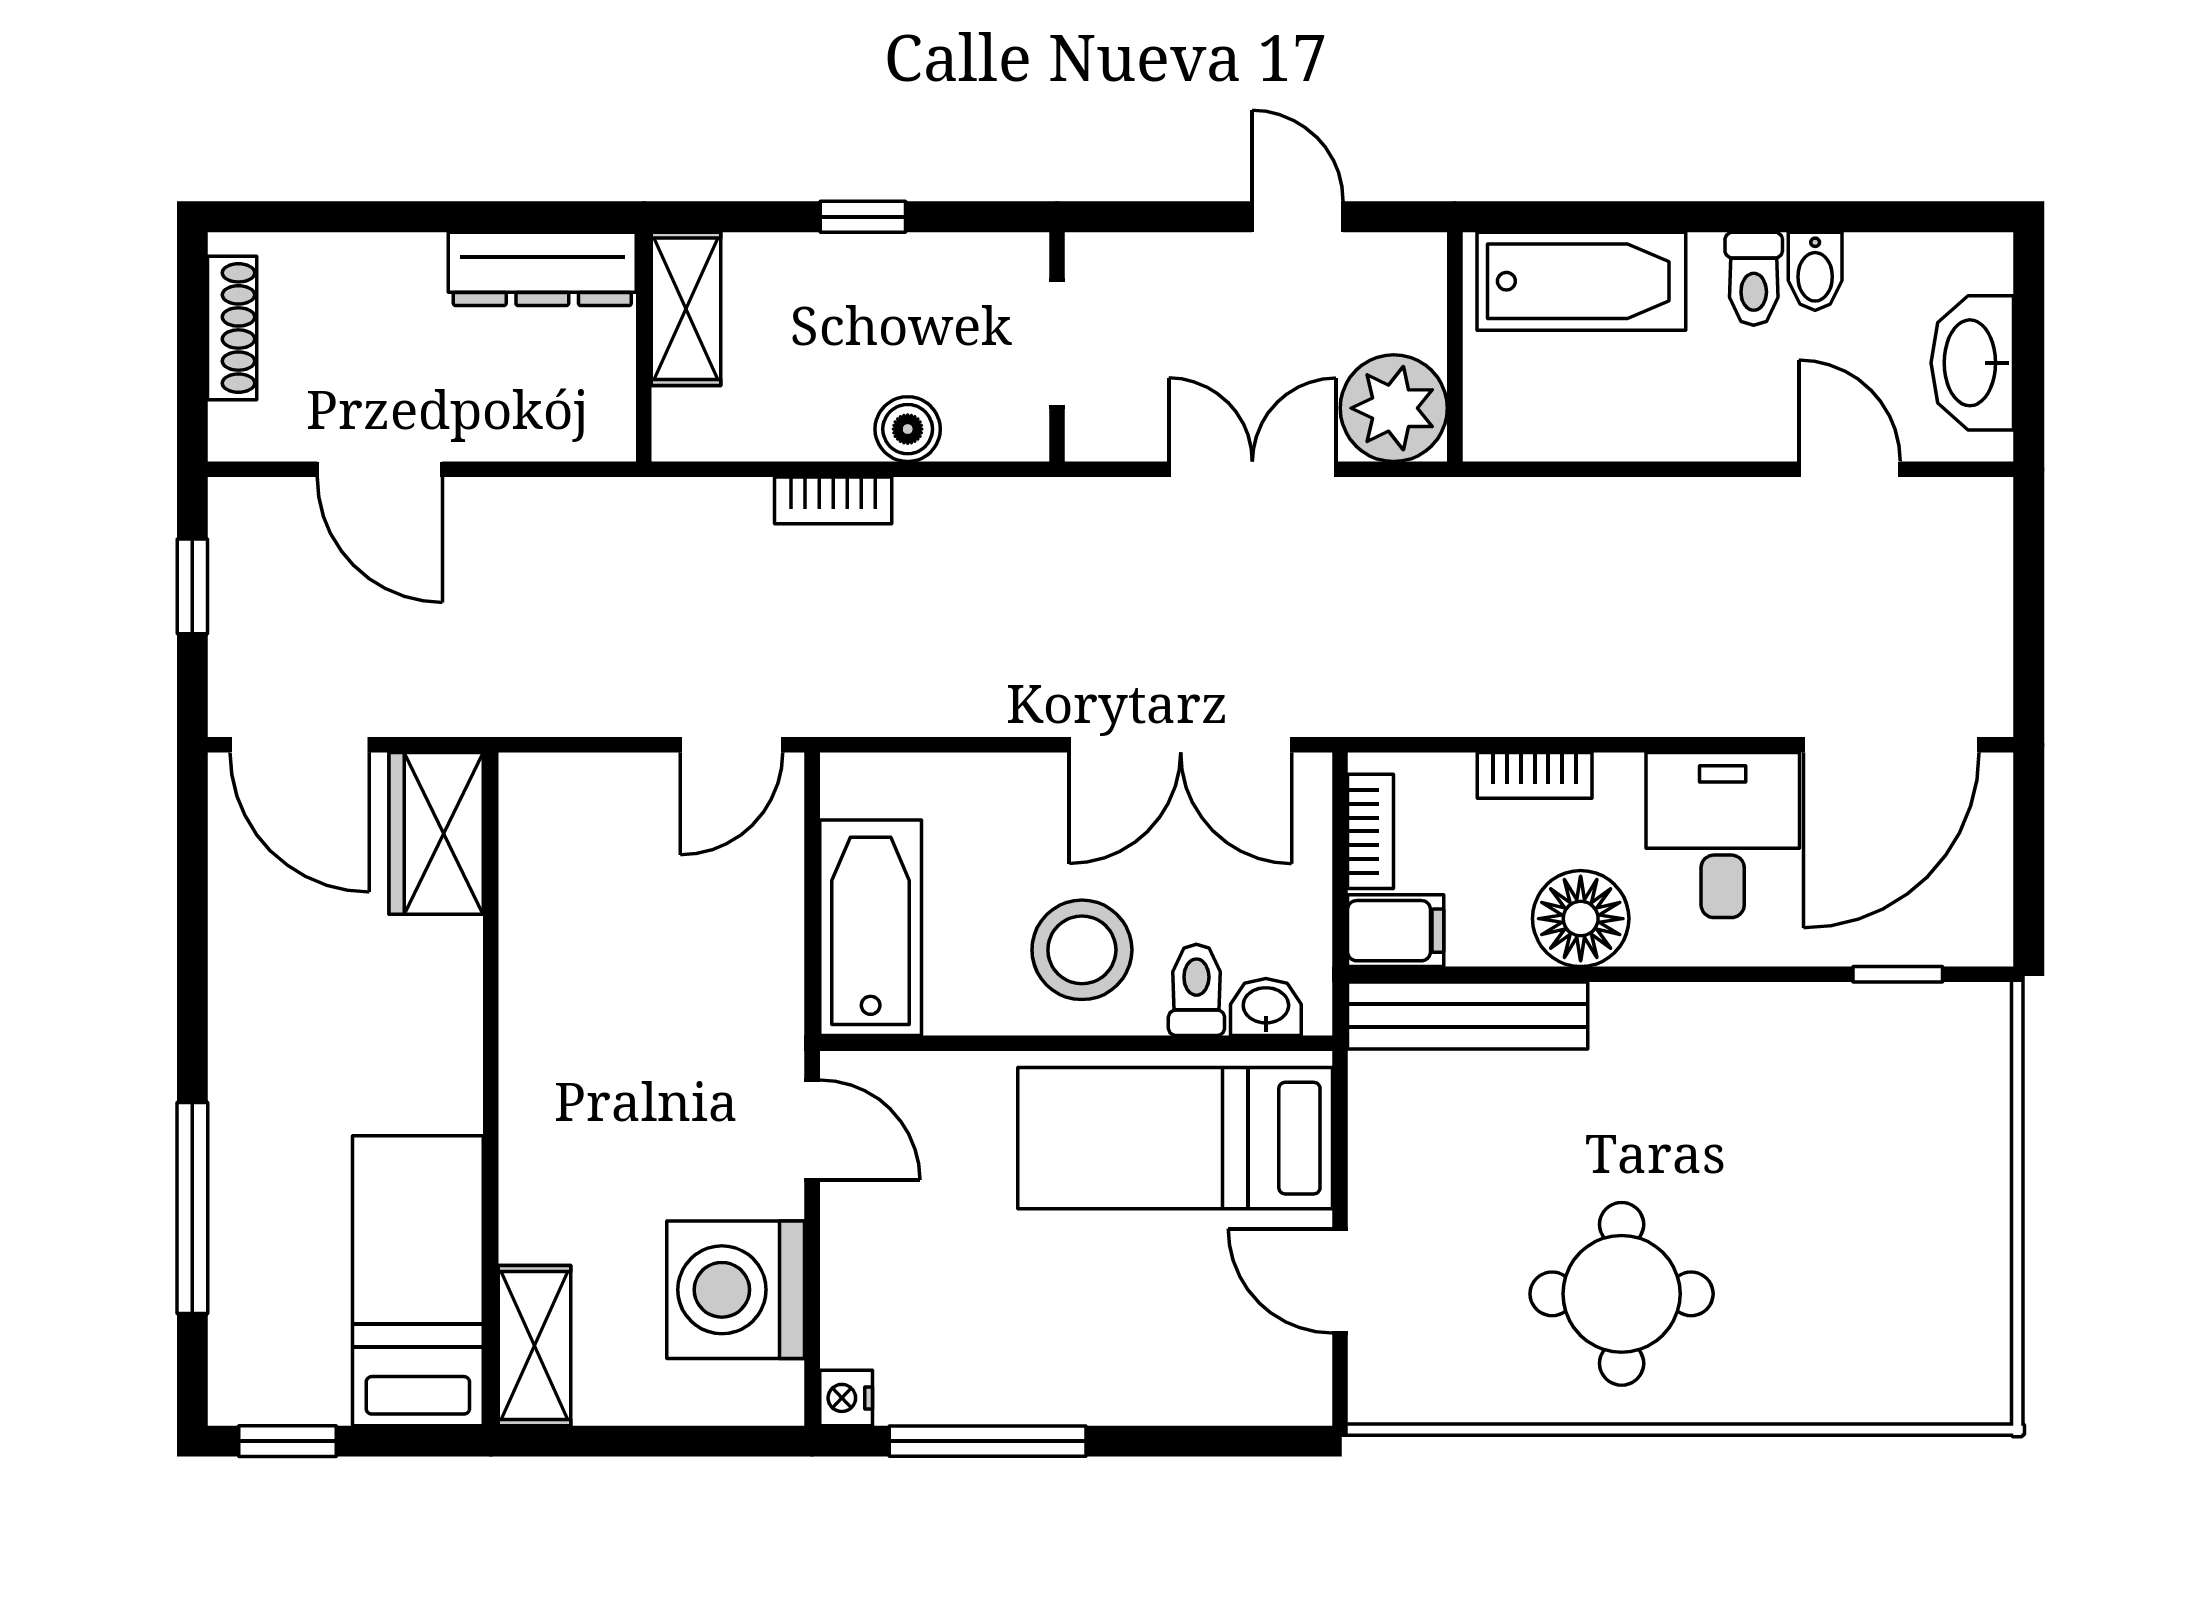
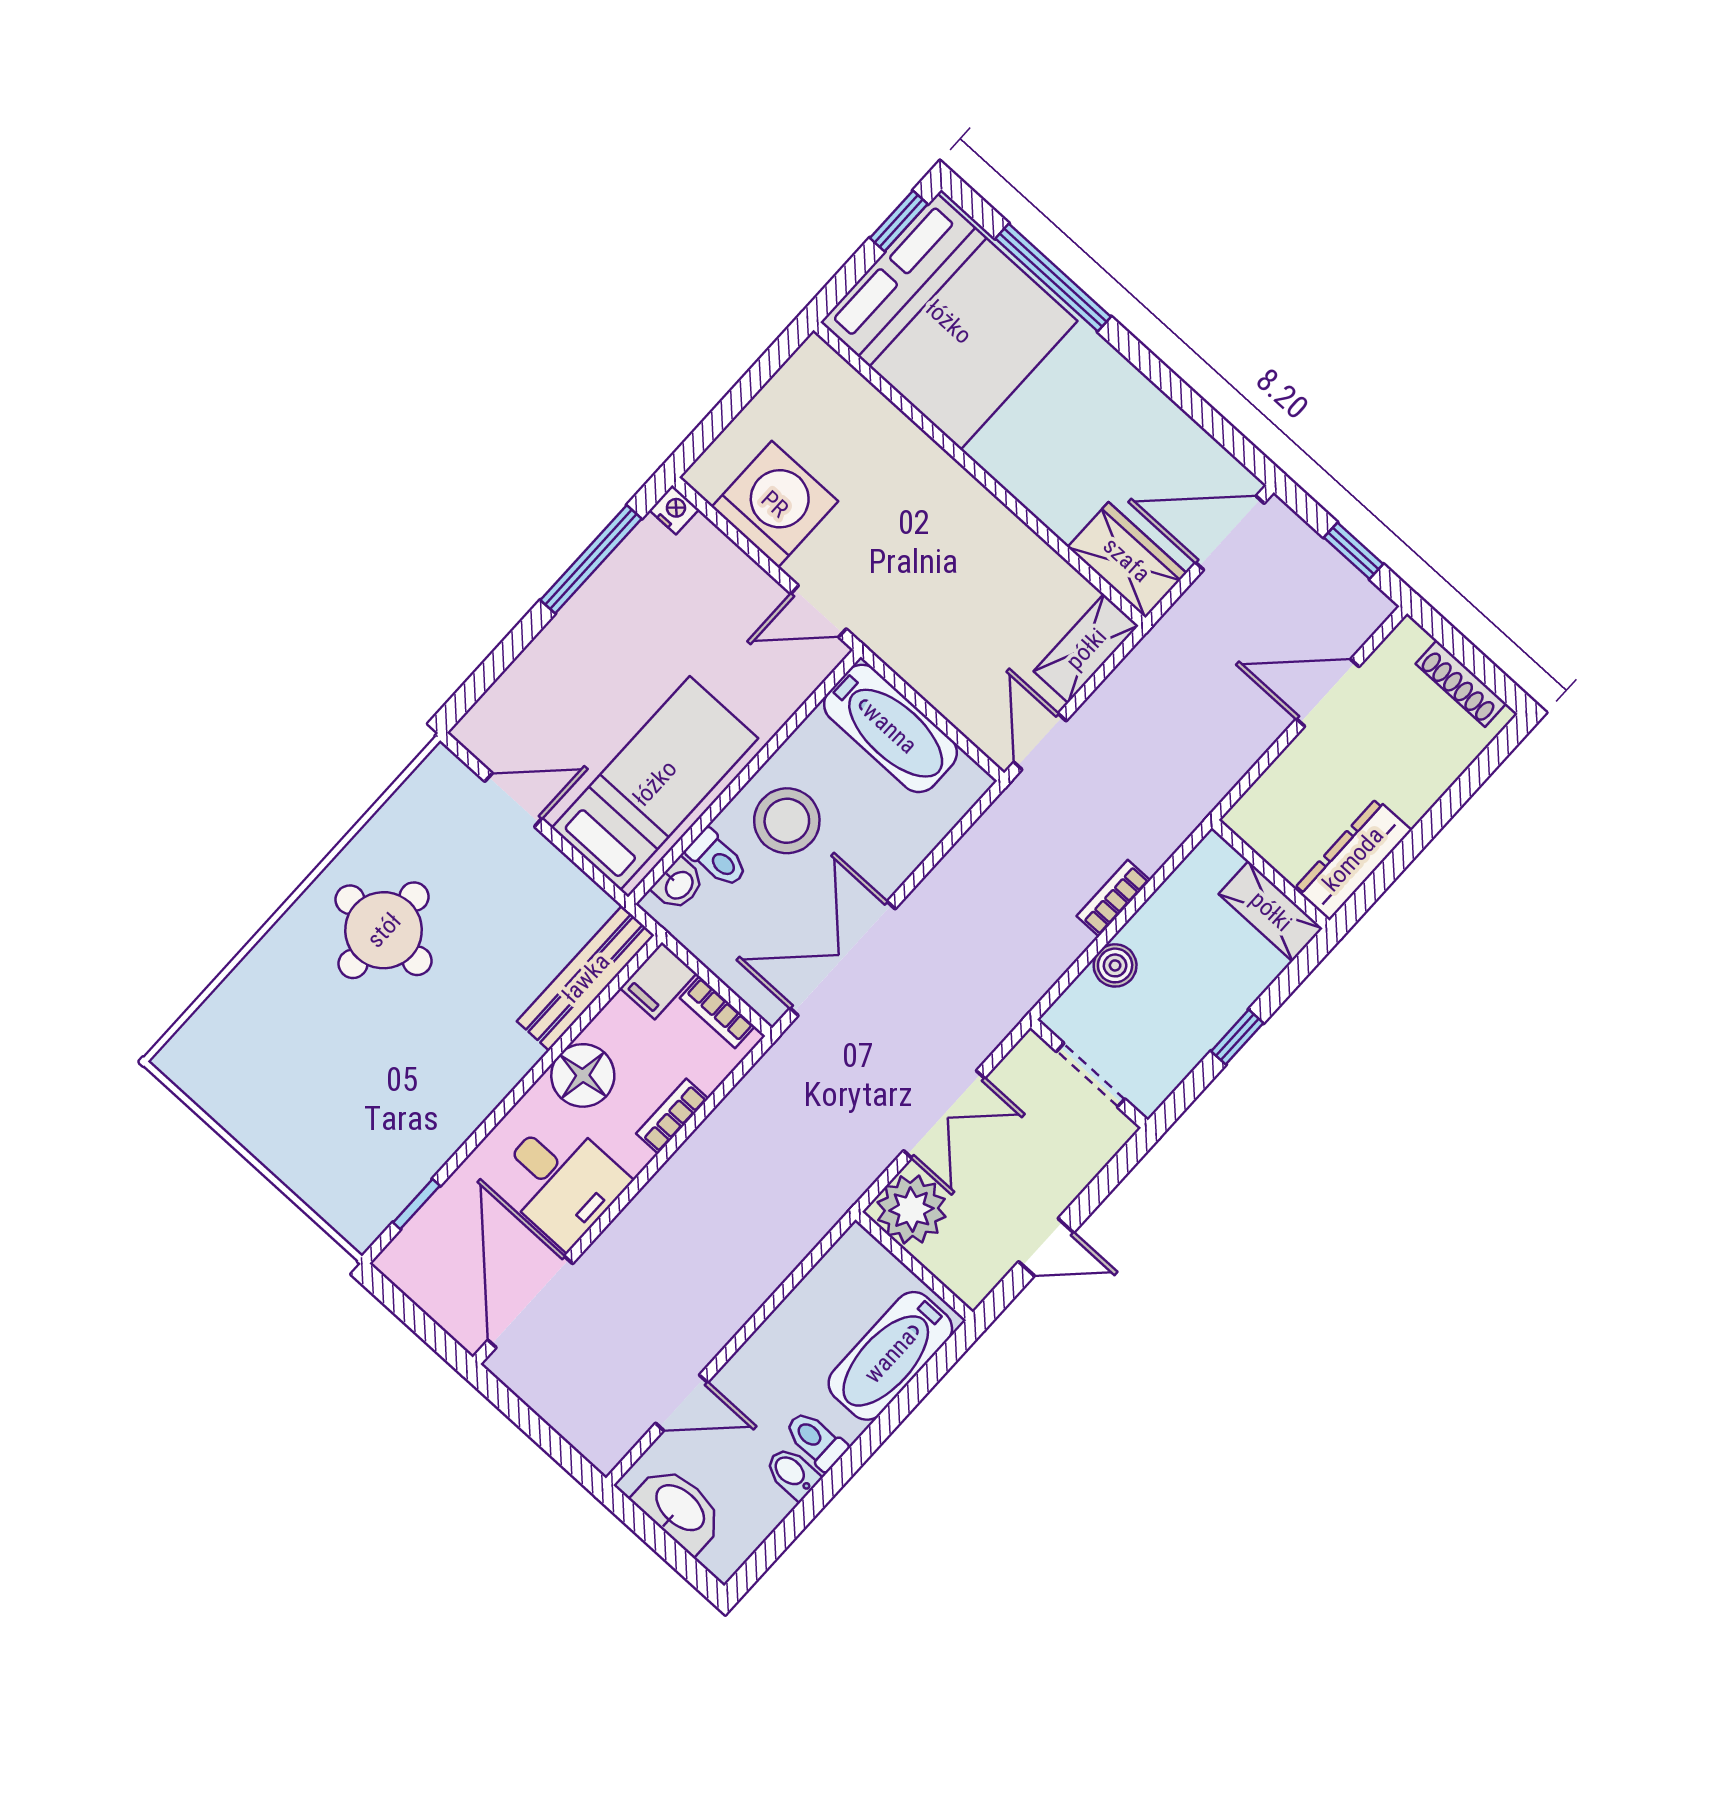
bed: (418, 1281) -> (949, 322), width x2.04
shelving: (535, 1346) -> (1086, 649), moved, turned 90

